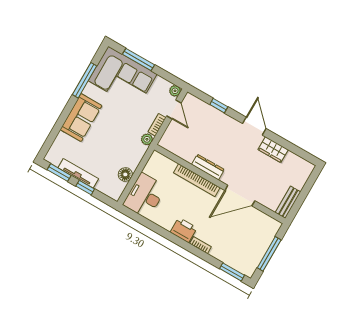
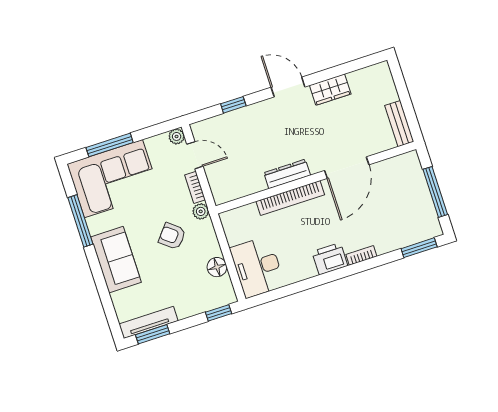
armchair: (120, 136) -> (172, 236), added
tv unit: (78, 173) -> (148, 322), moved
window: (85, 188) -> (218, 313), moved

